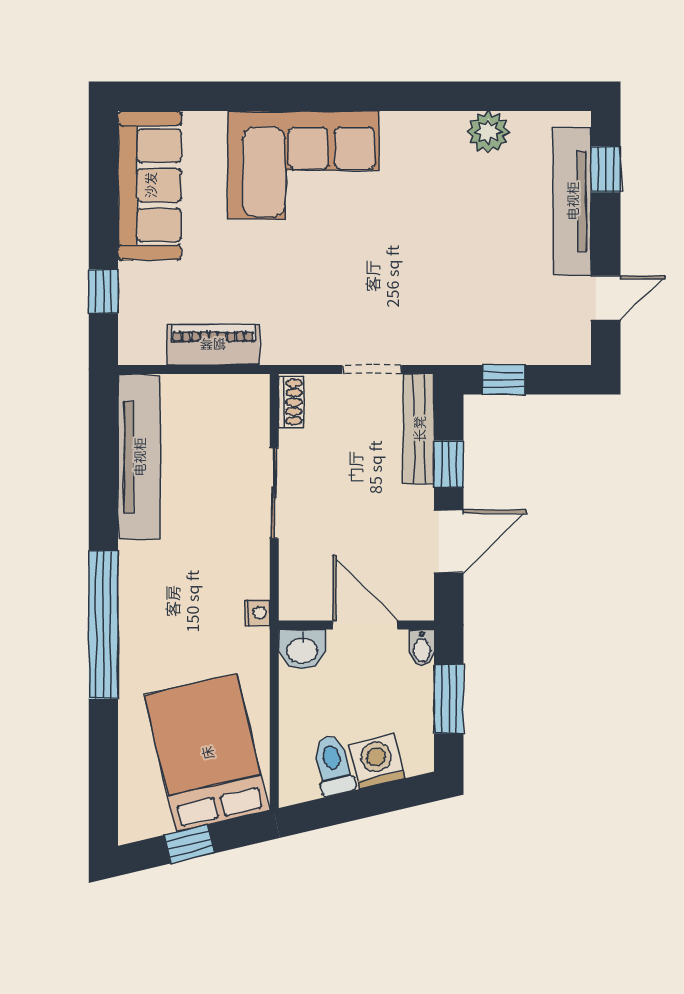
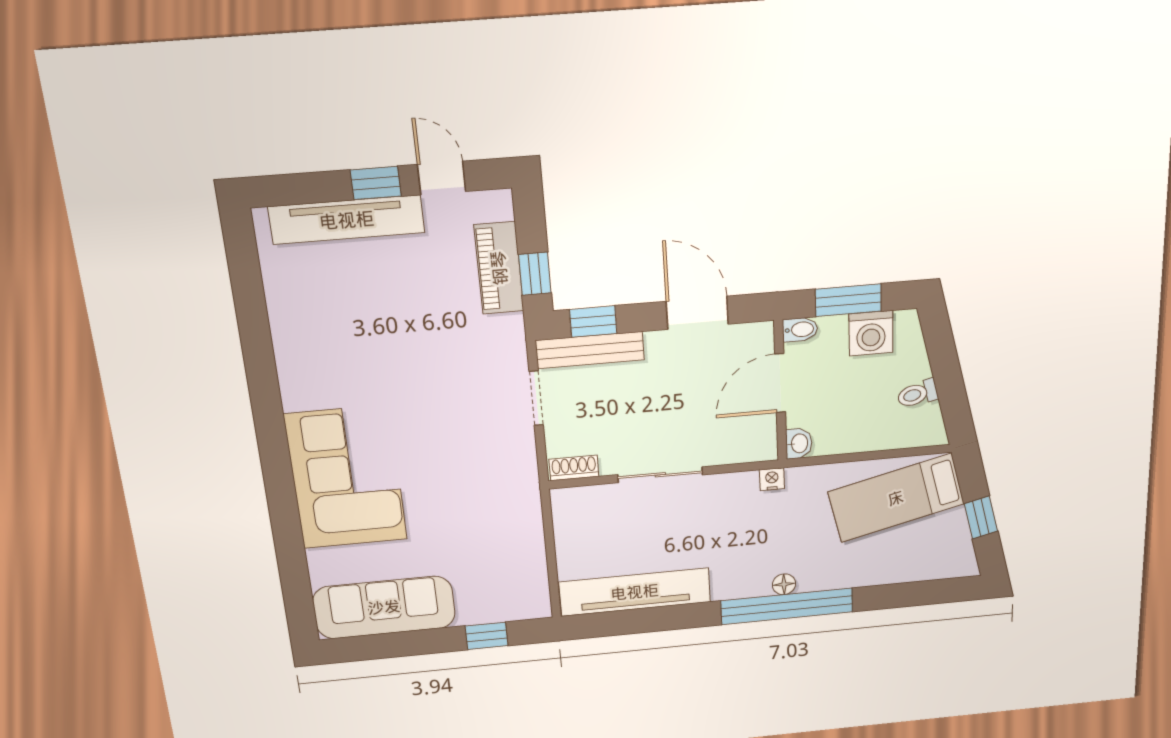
plant: (488, 132) -> (288, 309), removed
window: (606, 169) -> (376, 183), moved
piano: (213, 345) -> (499, 268), moved
window: (449, 464) -> (593, 321), moved
floor lamp: (131, 622) -> (784, 584), added
washbasin: (302, 649) -> (799, 443), width x0.72, depth x0.69
bed: (207, 753) -> (896, 498), width x0.67
washing machine: (377, 761) -> (871, 333), moved, turned -77
toilet: (333, 765) -> (917, 394), width x0.73, depth x0.72

